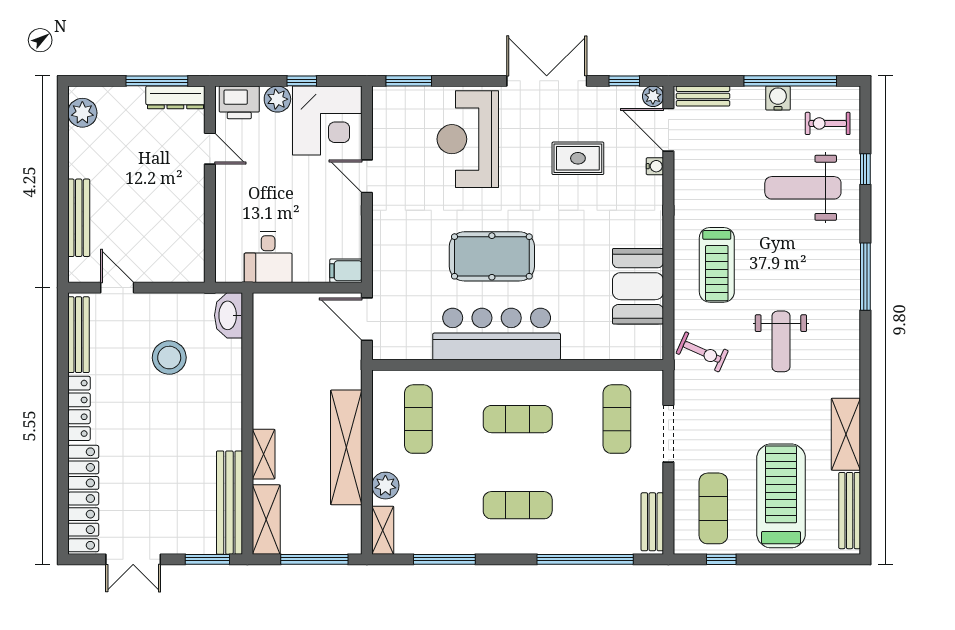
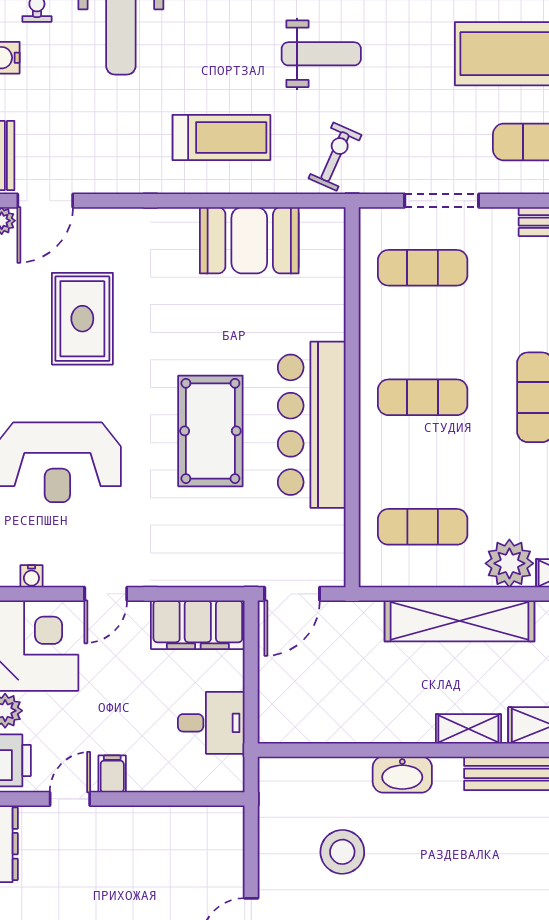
rug: (578, 158) -> (82, 319), width x1.36, depth x1.43
water cooler: (655, 166) -> (31, 576), moved, turned 180
filing cabinet: (229, 181) -> (112, 774), added
filing cabinet: (346, 271) -> (198, 625), width x3.00, depth x1.17
washbasin: (228, 315) -> (402, 775), moved
exercise mat: (518, 419) -> (423, 397), turned 90
plant: (385, 486) -> (509, 563), width x1.36, depth x1.36

